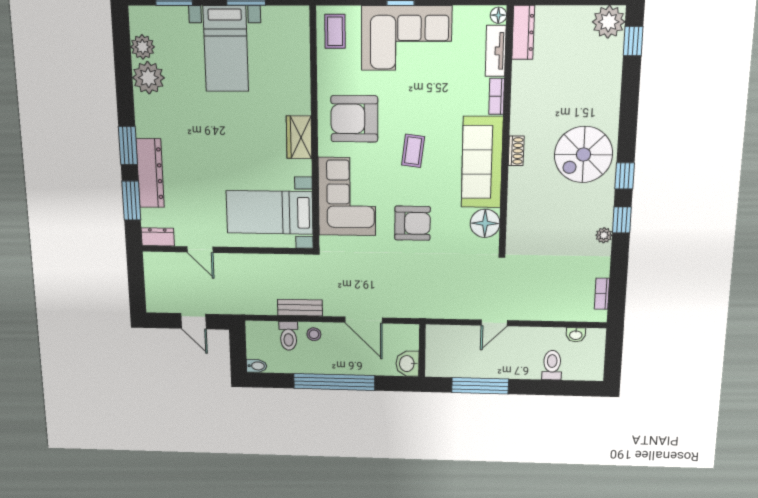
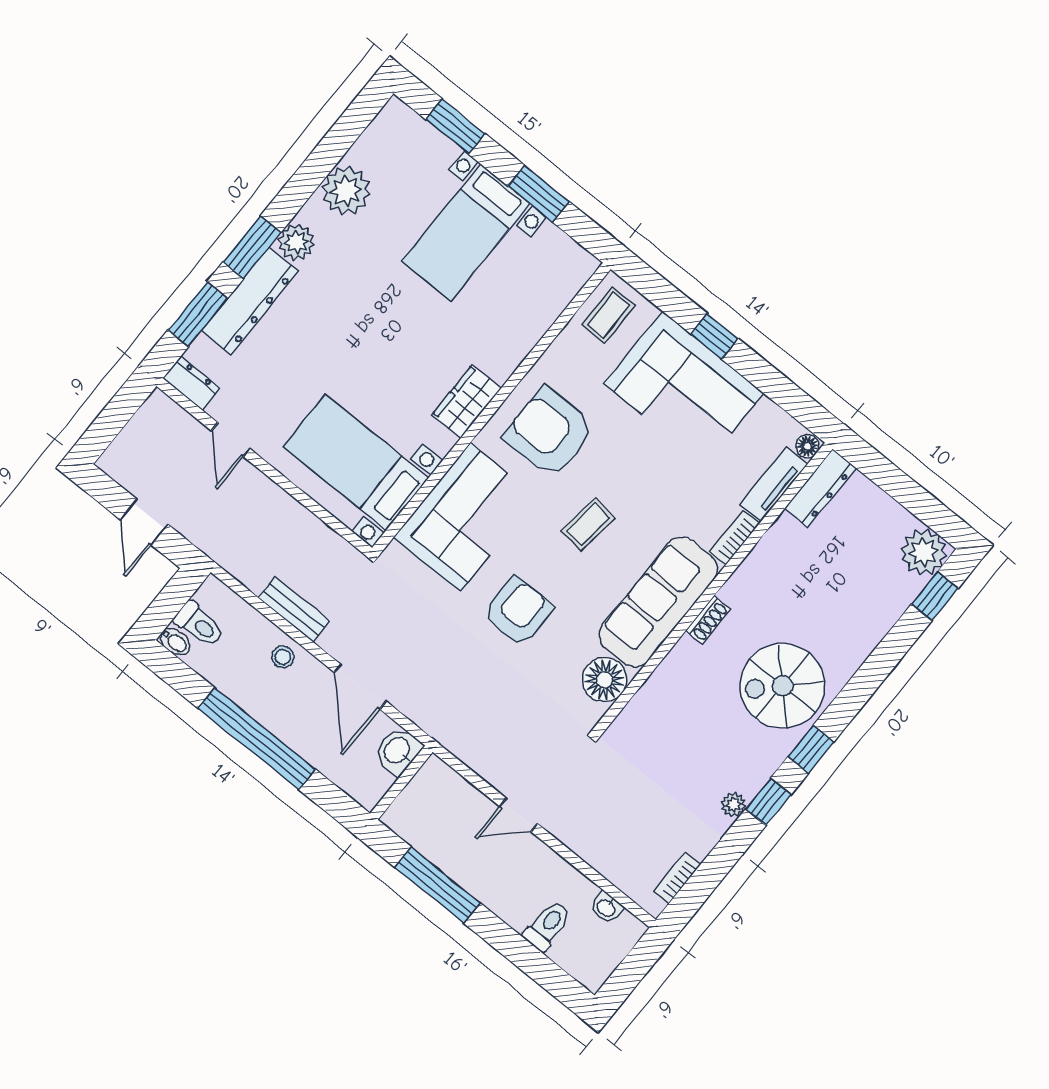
plant: (143, 47) -> (296, 242), moved
armchair: (412, 223) -> (518, 611), turned -90
toilet: (289, 336) -> (199, 625), moved, turned -90
washbasin: (407, 364) -> (398, 751), moved

